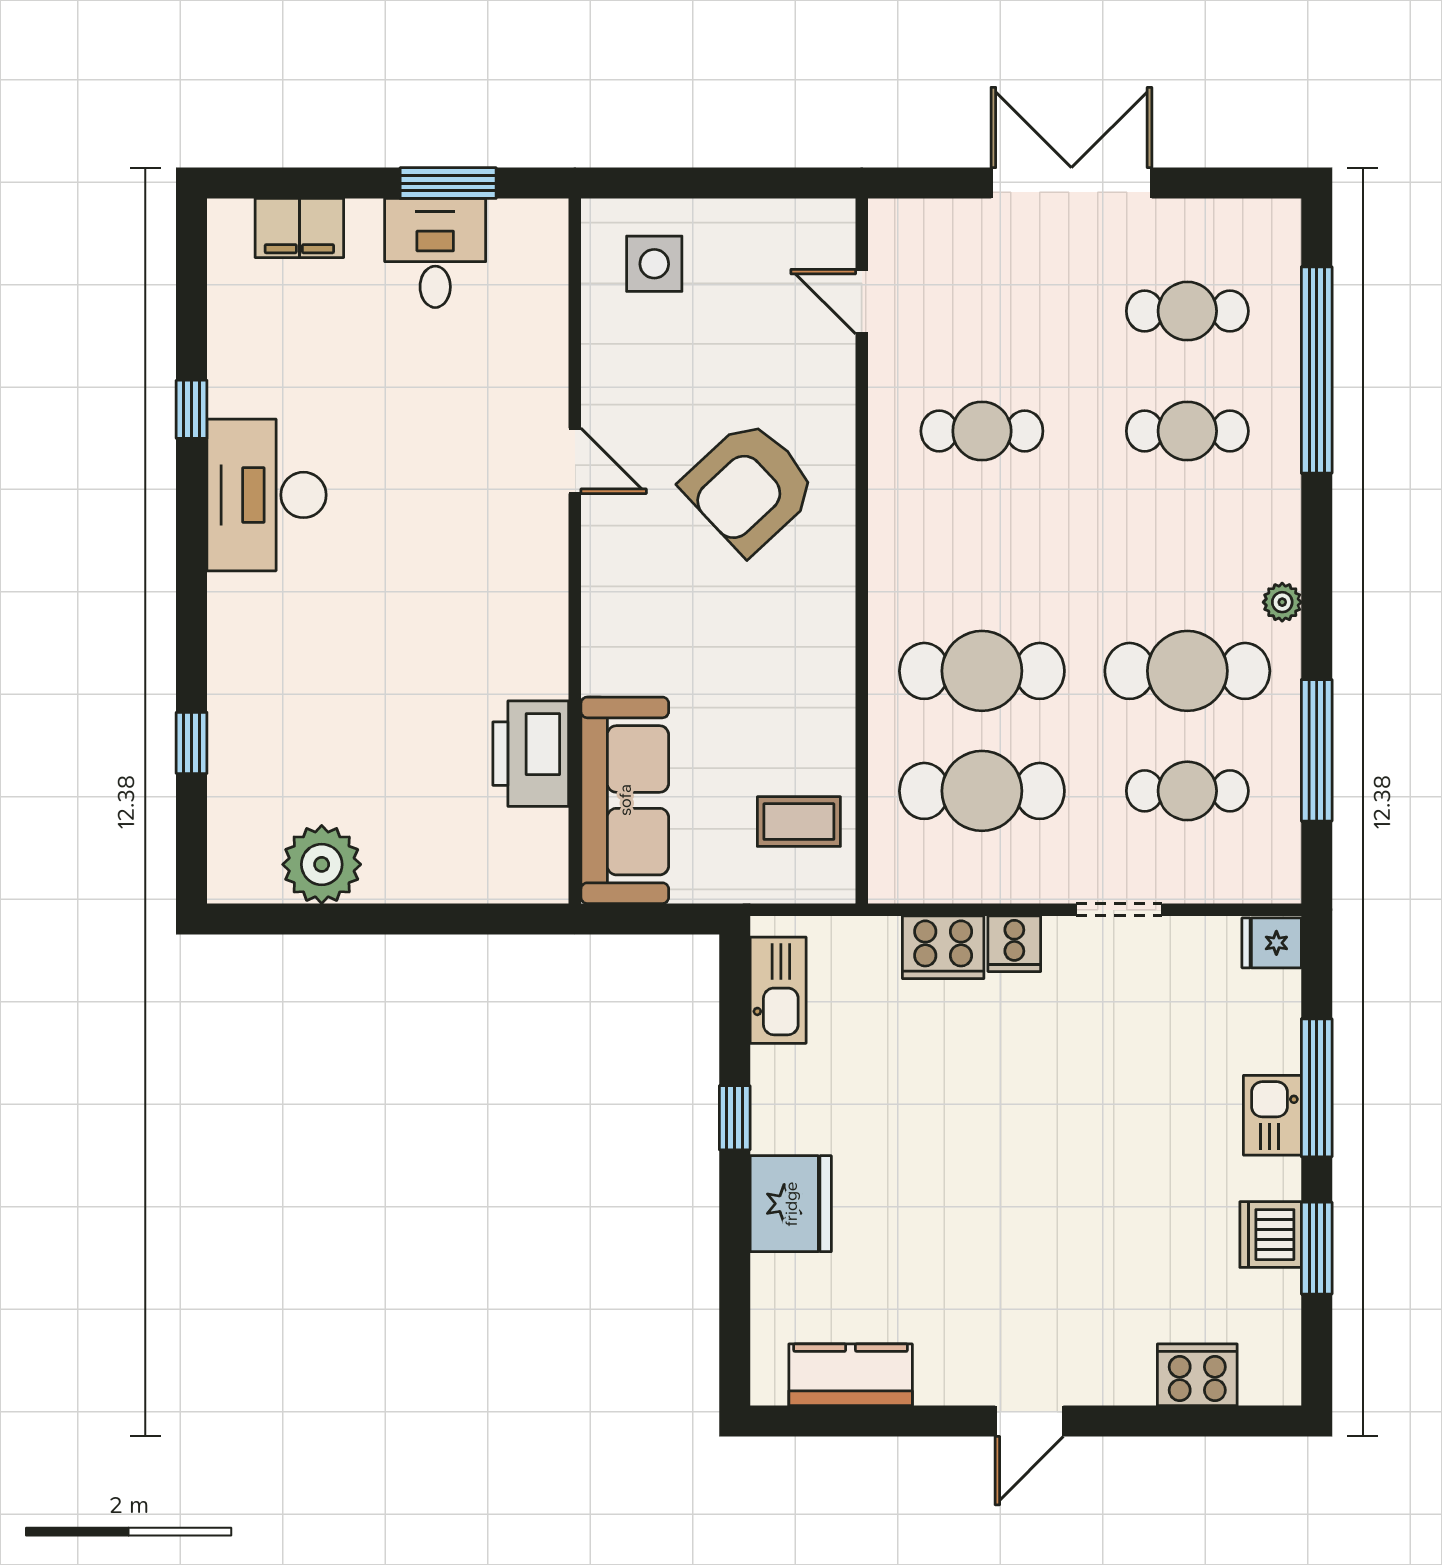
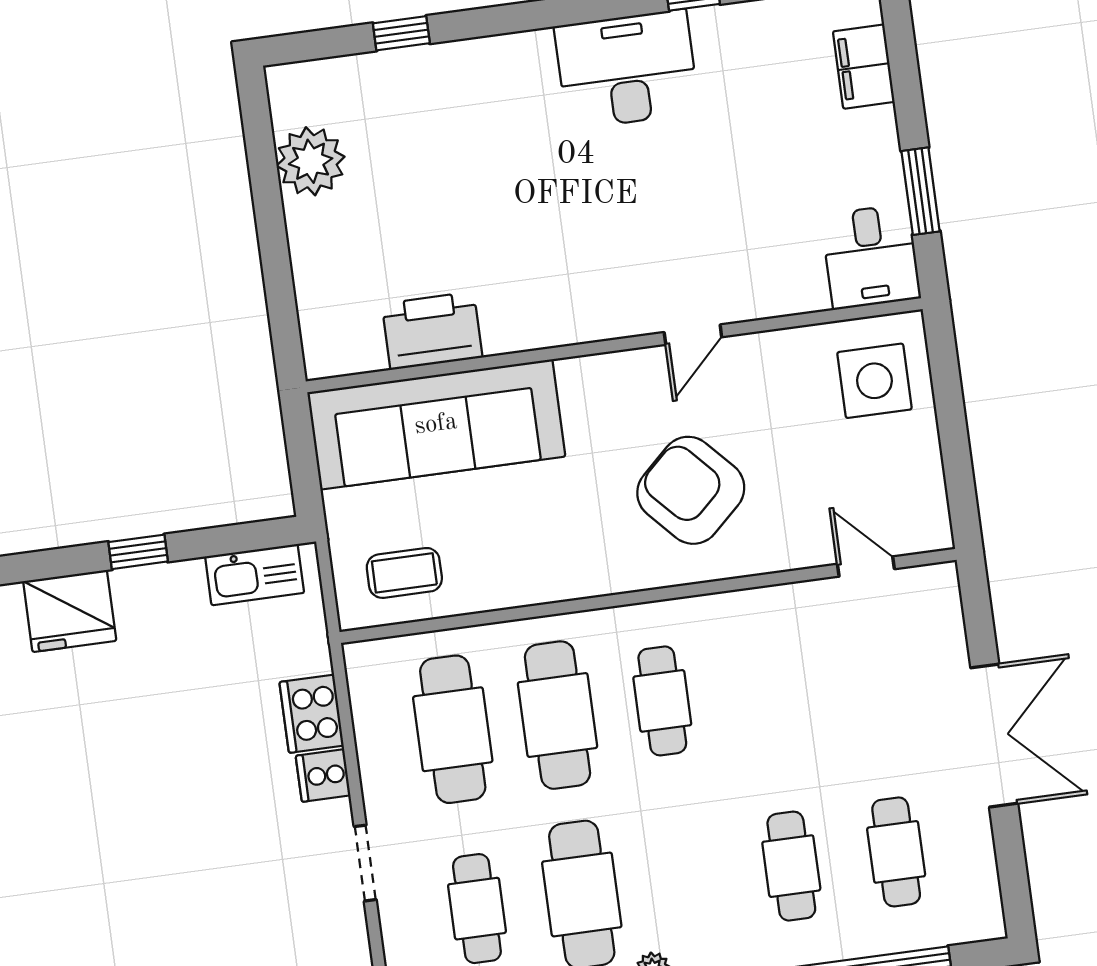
desk: (435, 253) -> (871, 257), moved, turned 90
side table: (654, 264) -> (874, 381), width x1.37, depth x1.37
door: (862, 302) -> (866, 566), hinge flipped
cafe table: (982, 431) -> (662, 701), moved
sofa: (625, 800) -> (436, 424), width x1.36, depth x1.27
coffee table: (799, 822) -> (404, 573), turned 90

